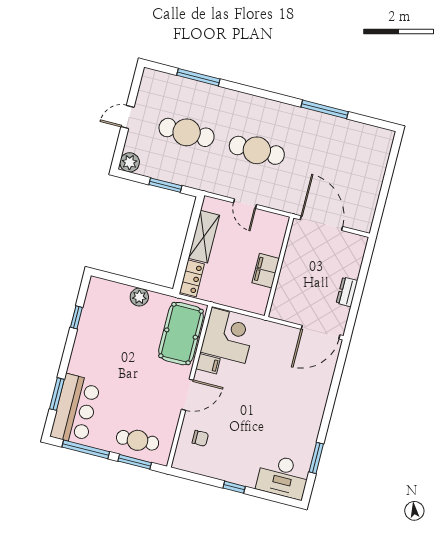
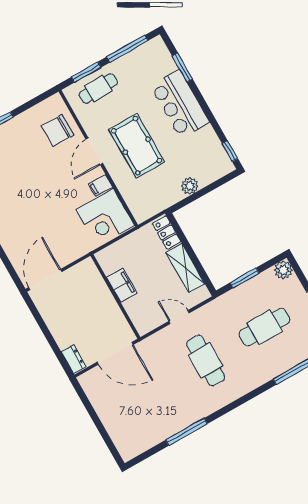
cafe table: (257, 150) -> (206, 360), turned 90
dresser: (347, 292) -> (74, 359), moved
window: (76, 317) -> (230, 151), moved
pool table: (181, 334) -> (137, 146), moved
bar counter: (75, 409) -> (180, 104), moved
chair: (200, 438) -> (57, 130), width x1.87, depth x1.87

